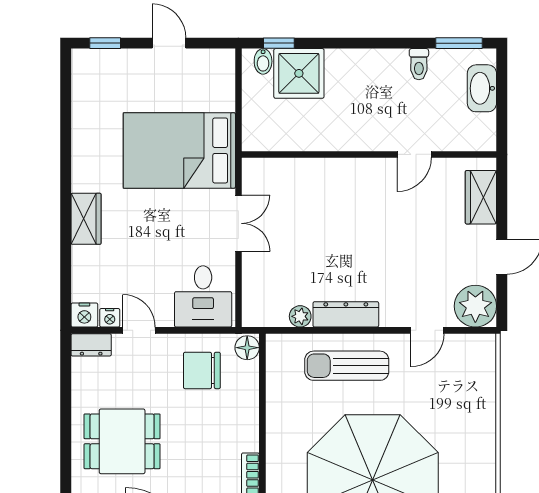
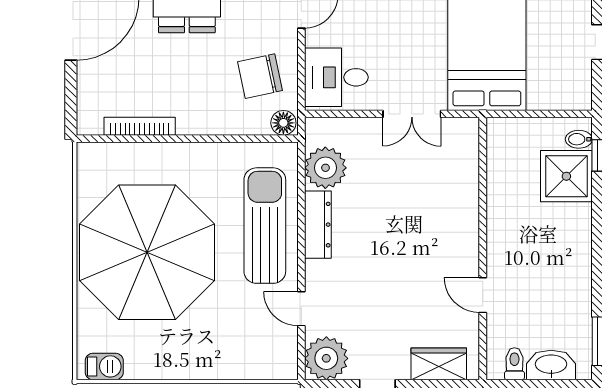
toilet: (419, 64) -> (514, 364), moved, turned 90
plant: (300, 316) -> (325, 168), width x1.88, depth x1.88
sun lounger: (347, 366) -> (265, 226), width x1.36, depth x1.34
chair: (202, 370) -> (260, 76), turned -102

